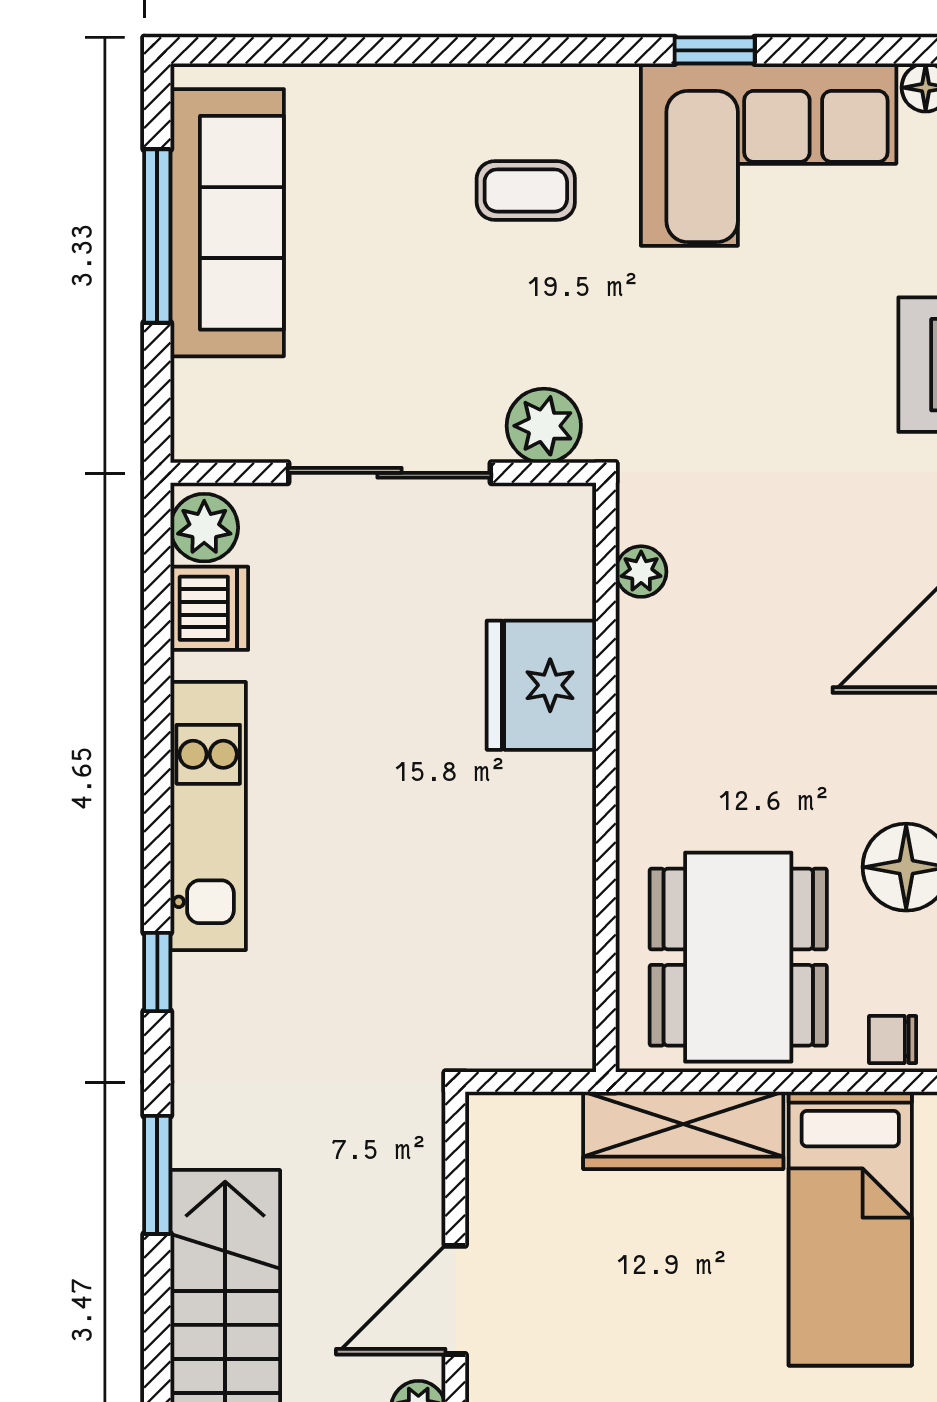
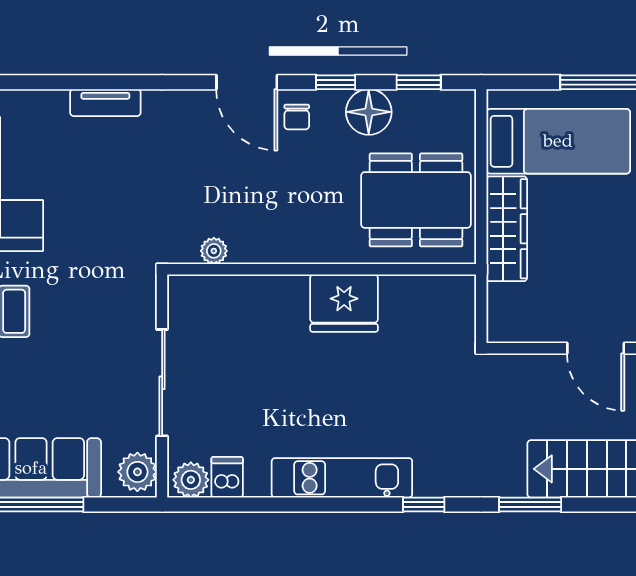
plant: (544, 426) -> (137, 472), moved
dishwasher: (209, 608) -> (227, 477), width x0.73
fridge: (541, 685) -> (344, 303), moved
chair: (893, 1039) -> (297, 117), moved

